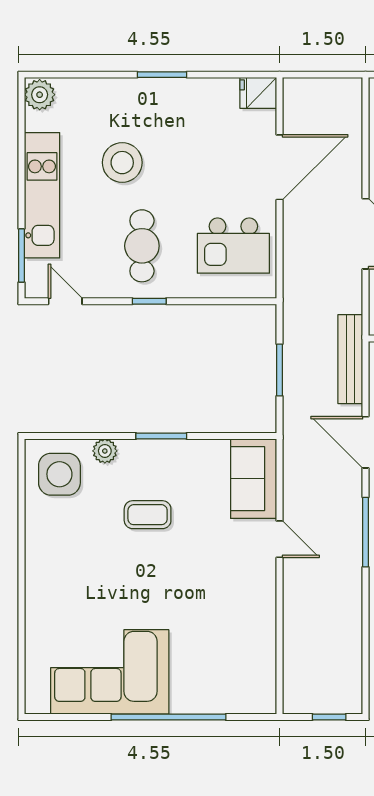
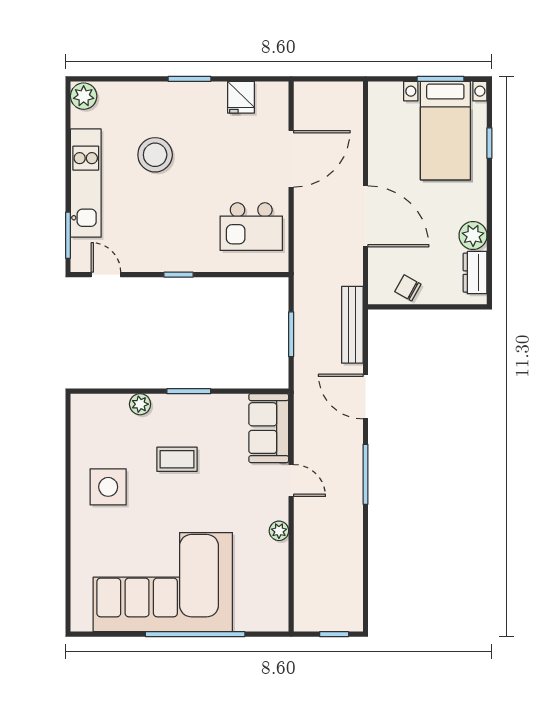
fridge: (258, 93) -> (241, 97), moved, turned -90
cafe table: (142, 246) -> (172, 227), removed
side table: (59, 474) -> (108, 487), moved
plant: (265, 597) -> (279, 531), added
corner sofa: (110, 672) -> (163, 582), width x1.36, depth x1.36

